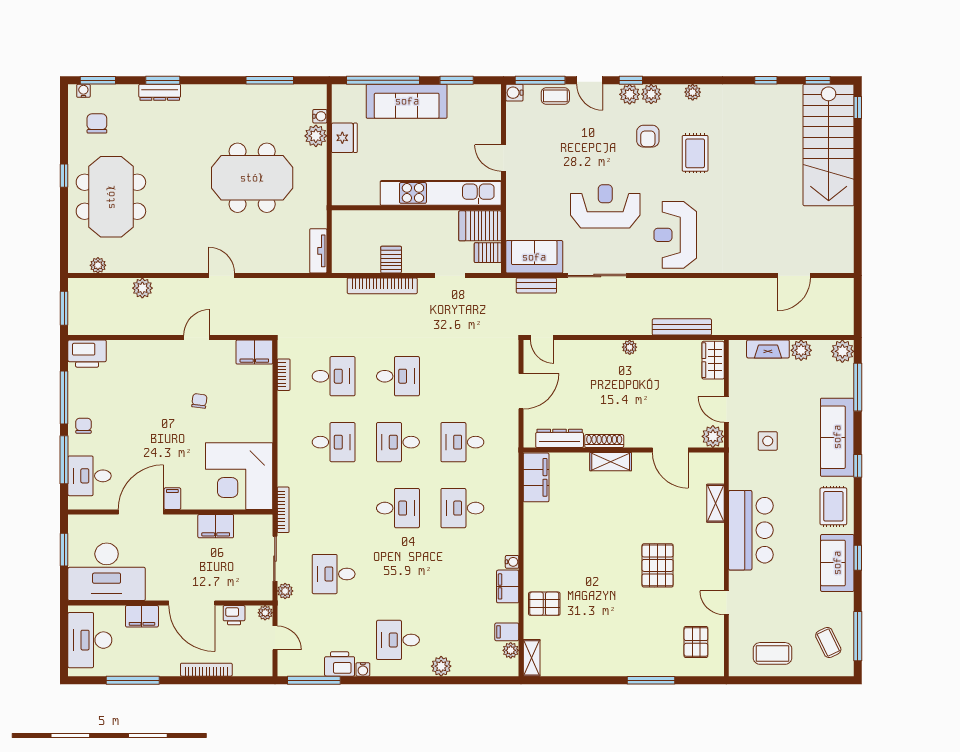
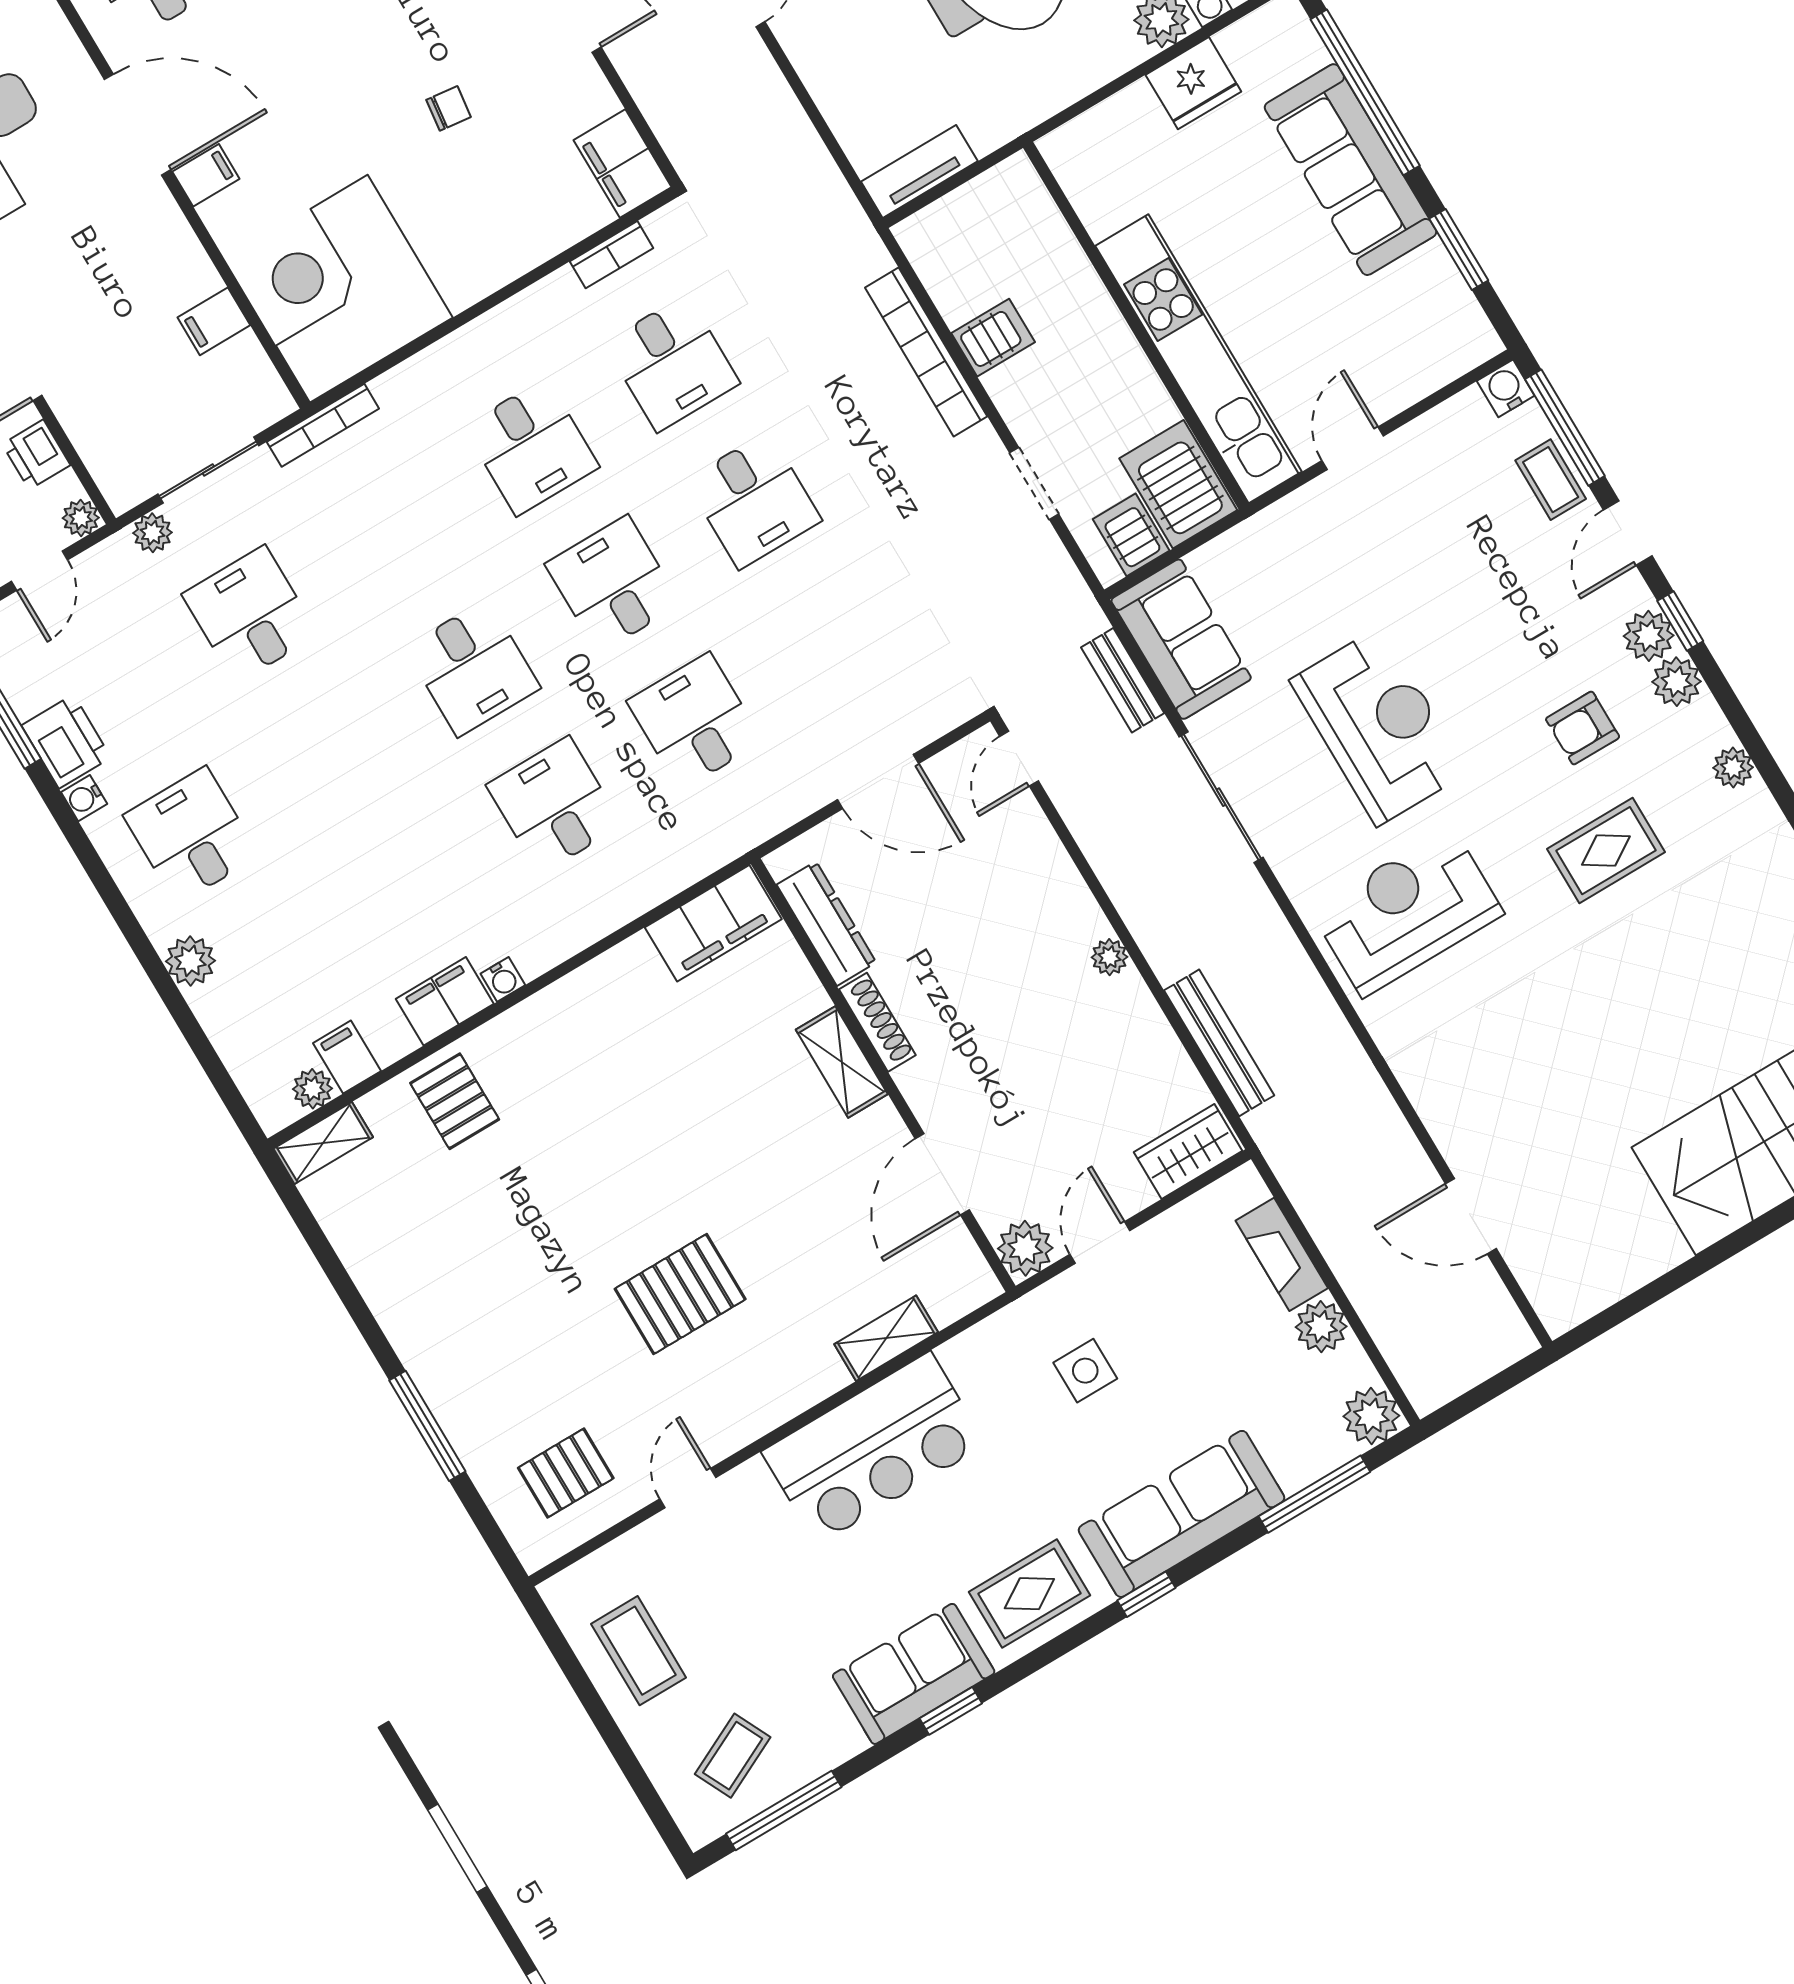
filing cabinet: (216, 526) -> (214, 321), width x0.50

